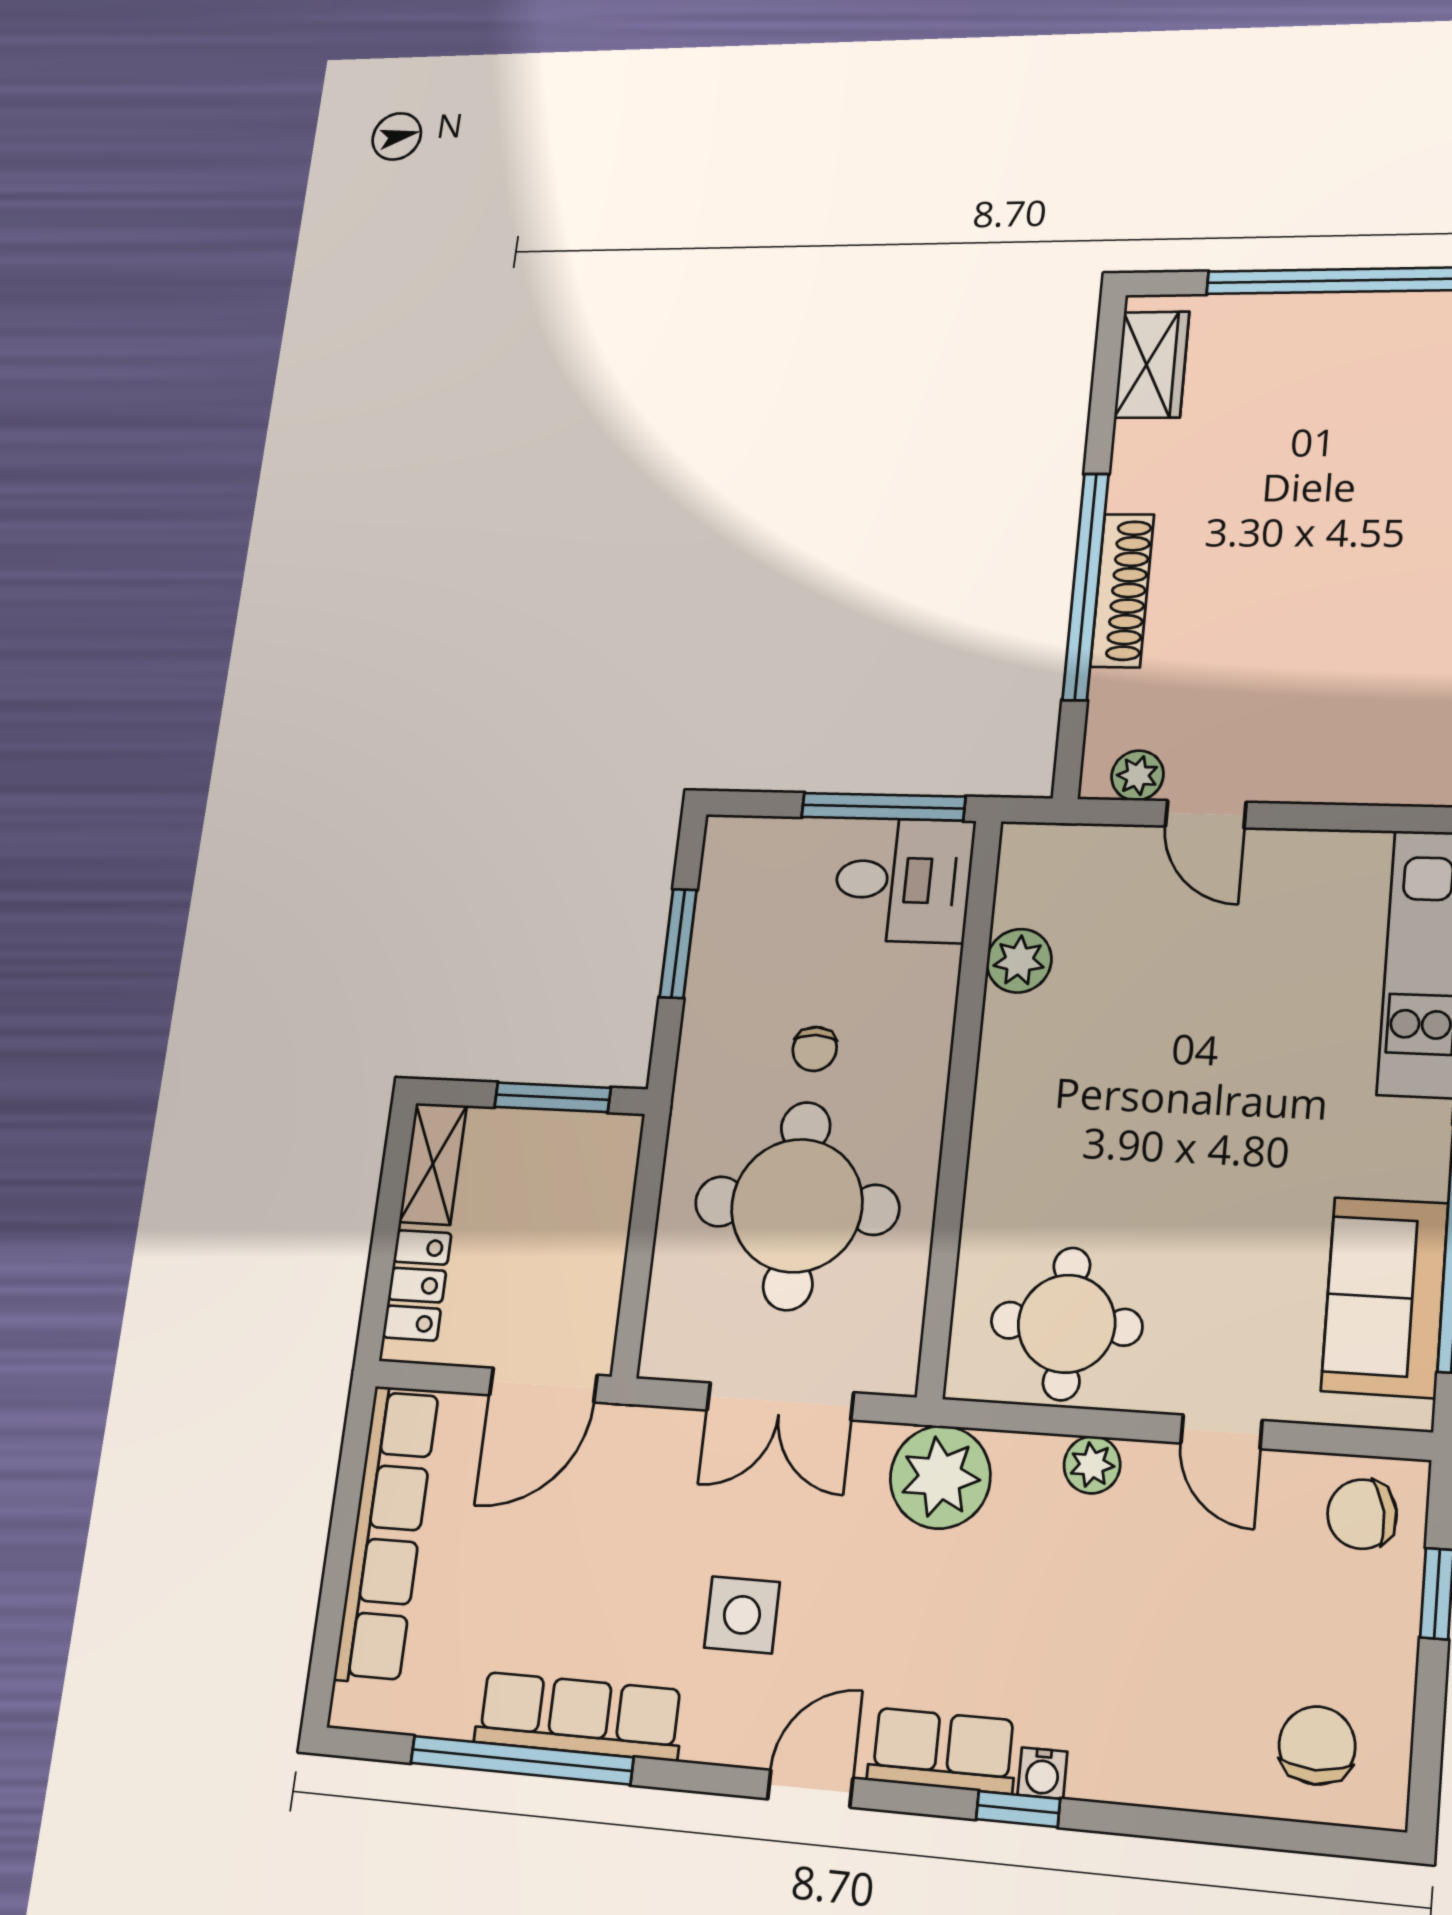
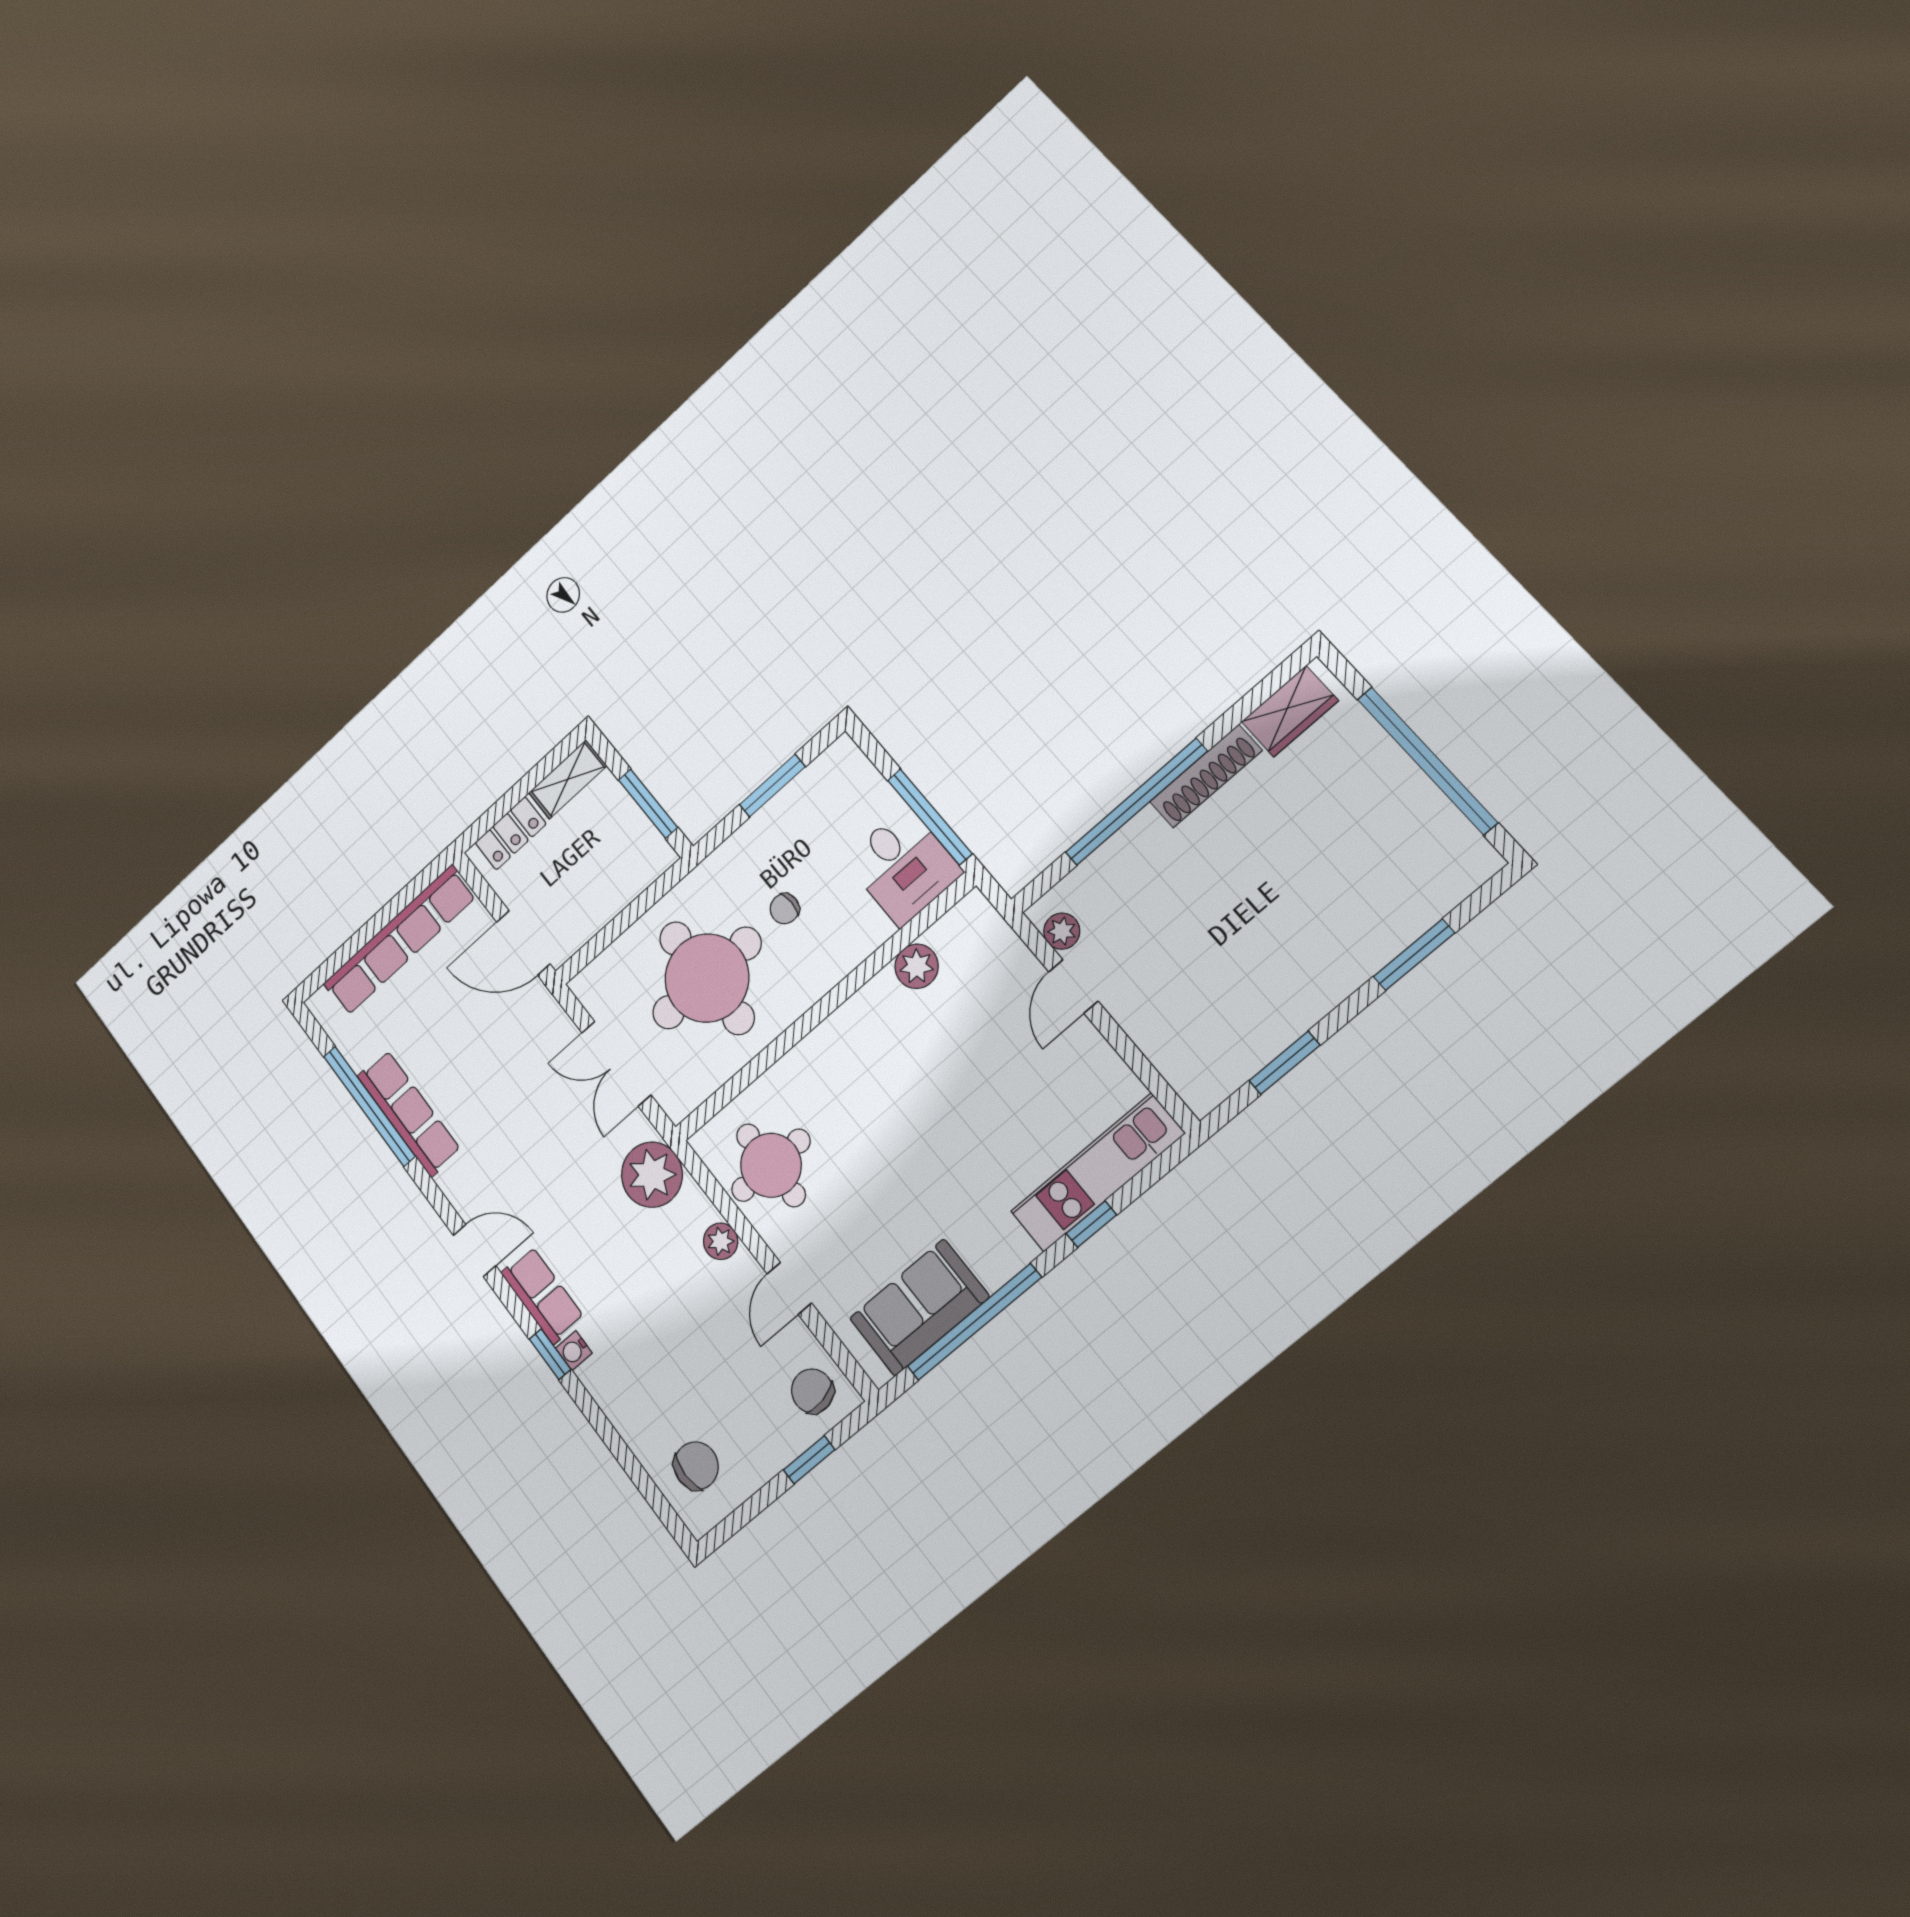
shoe rack: (1122, 590) -> (1206, 776), moved
side table: (742, 1615) -> (514, 1143), removed

